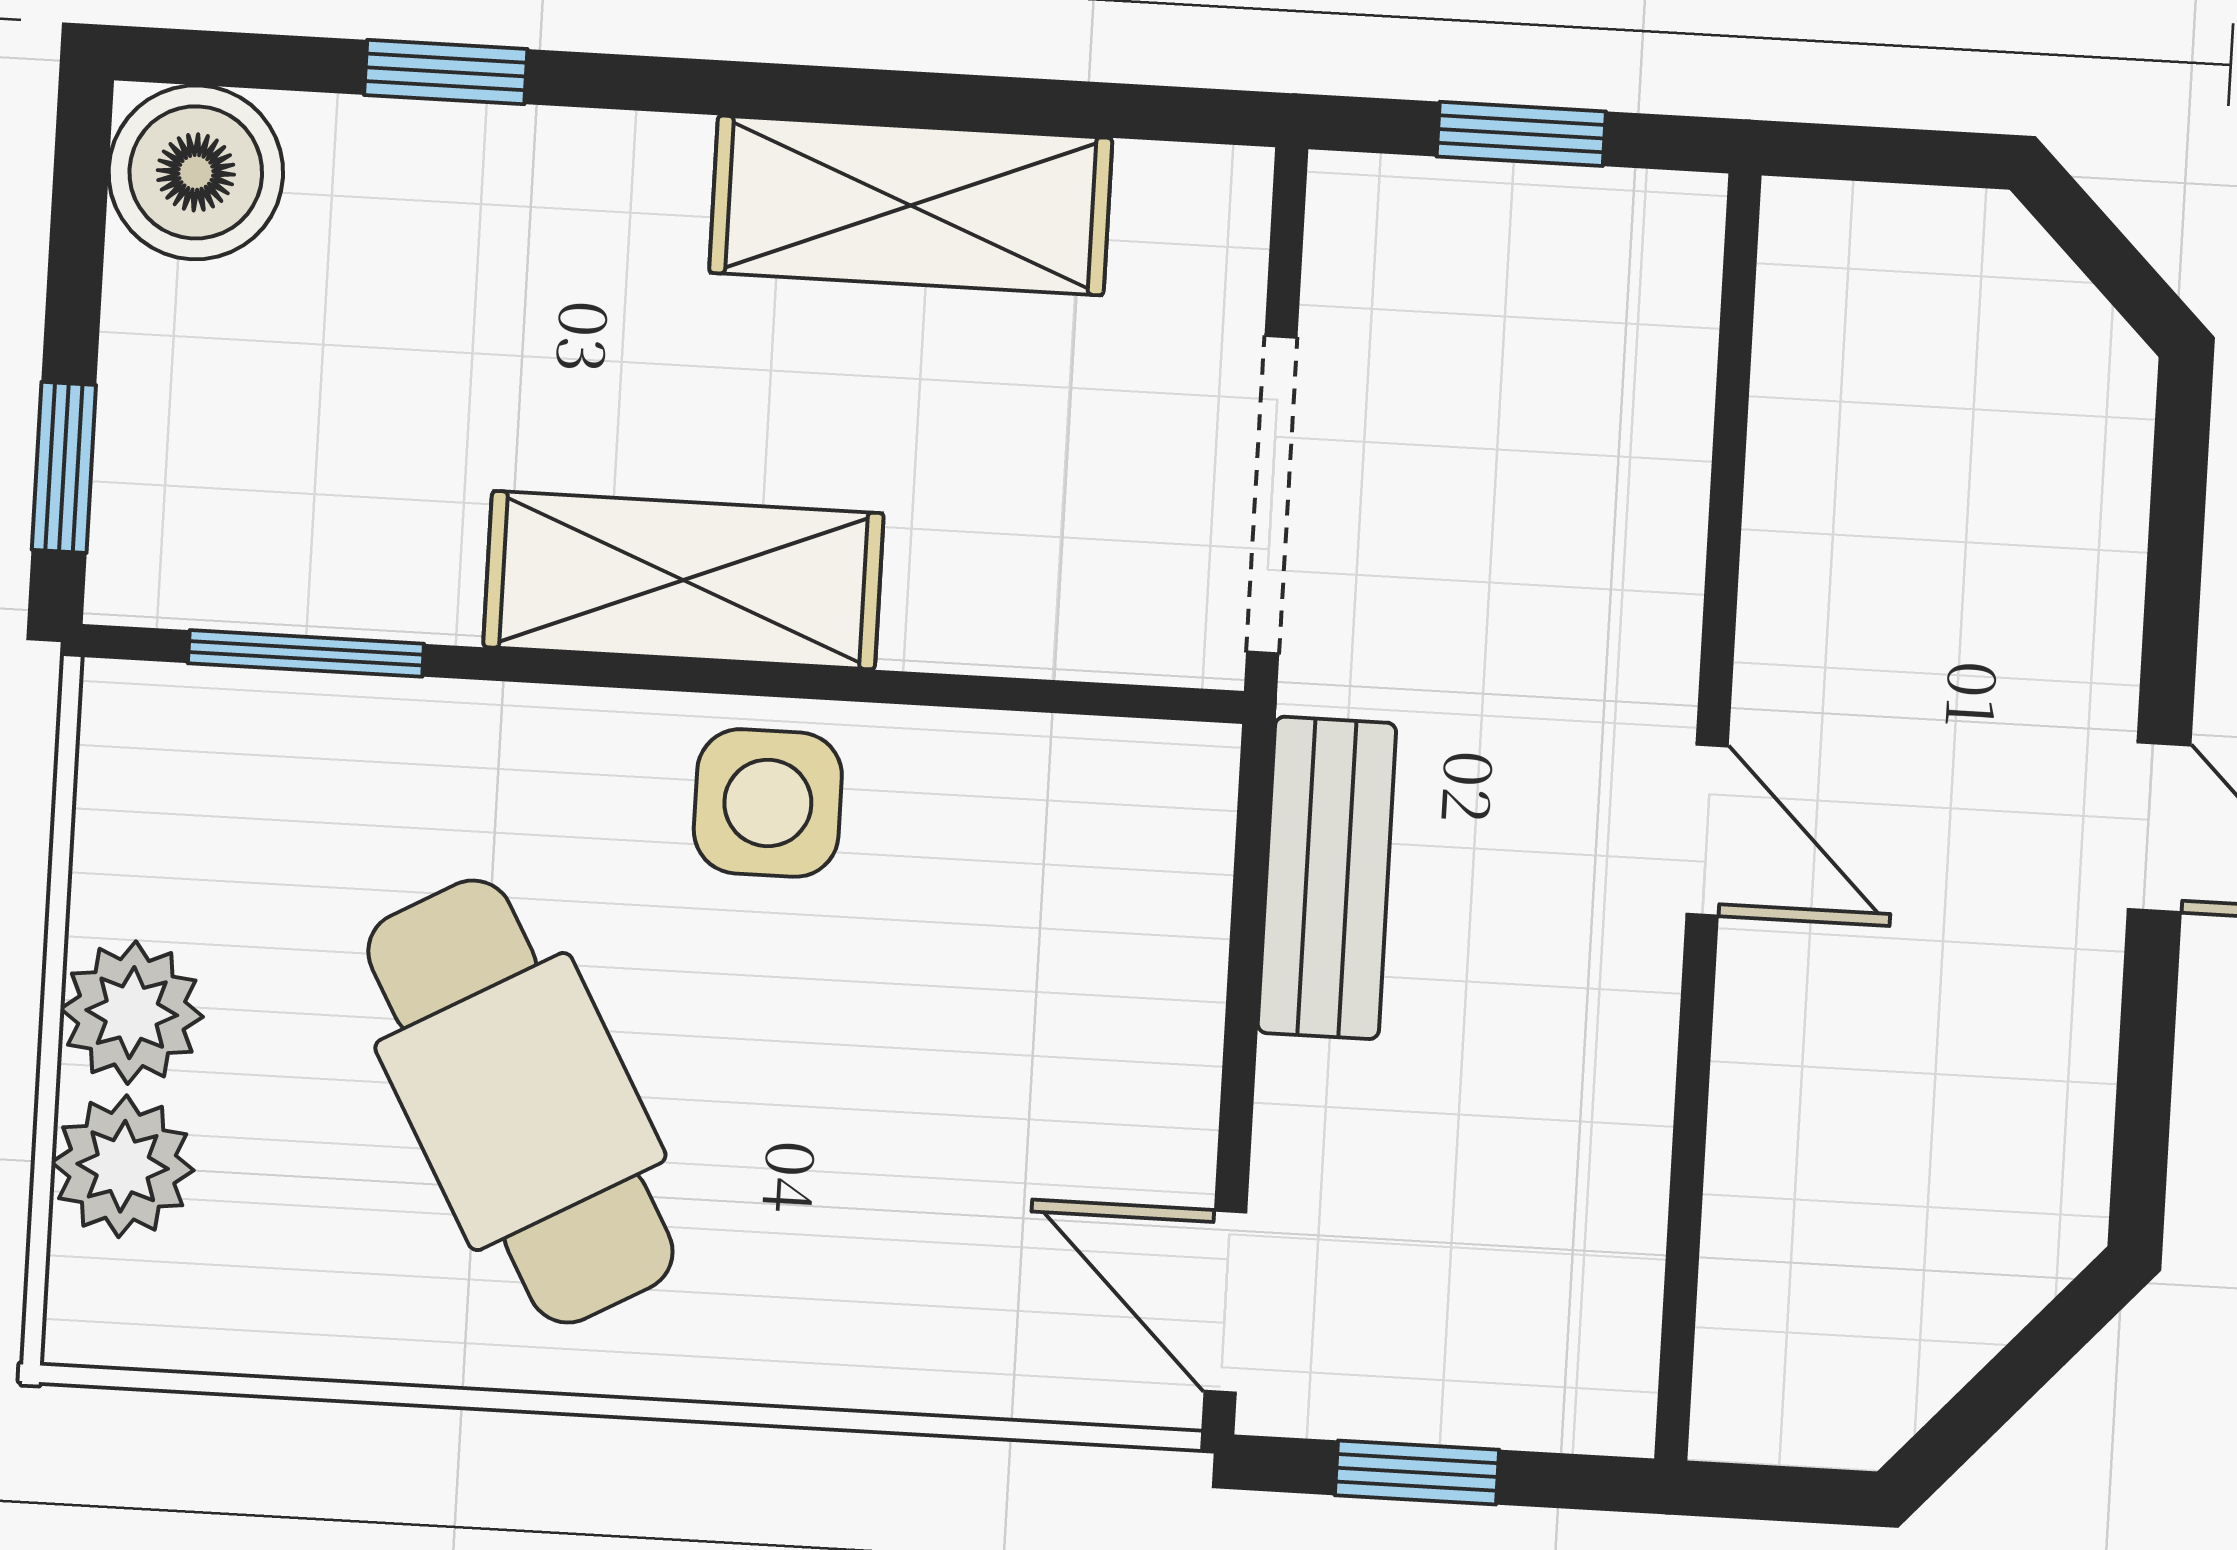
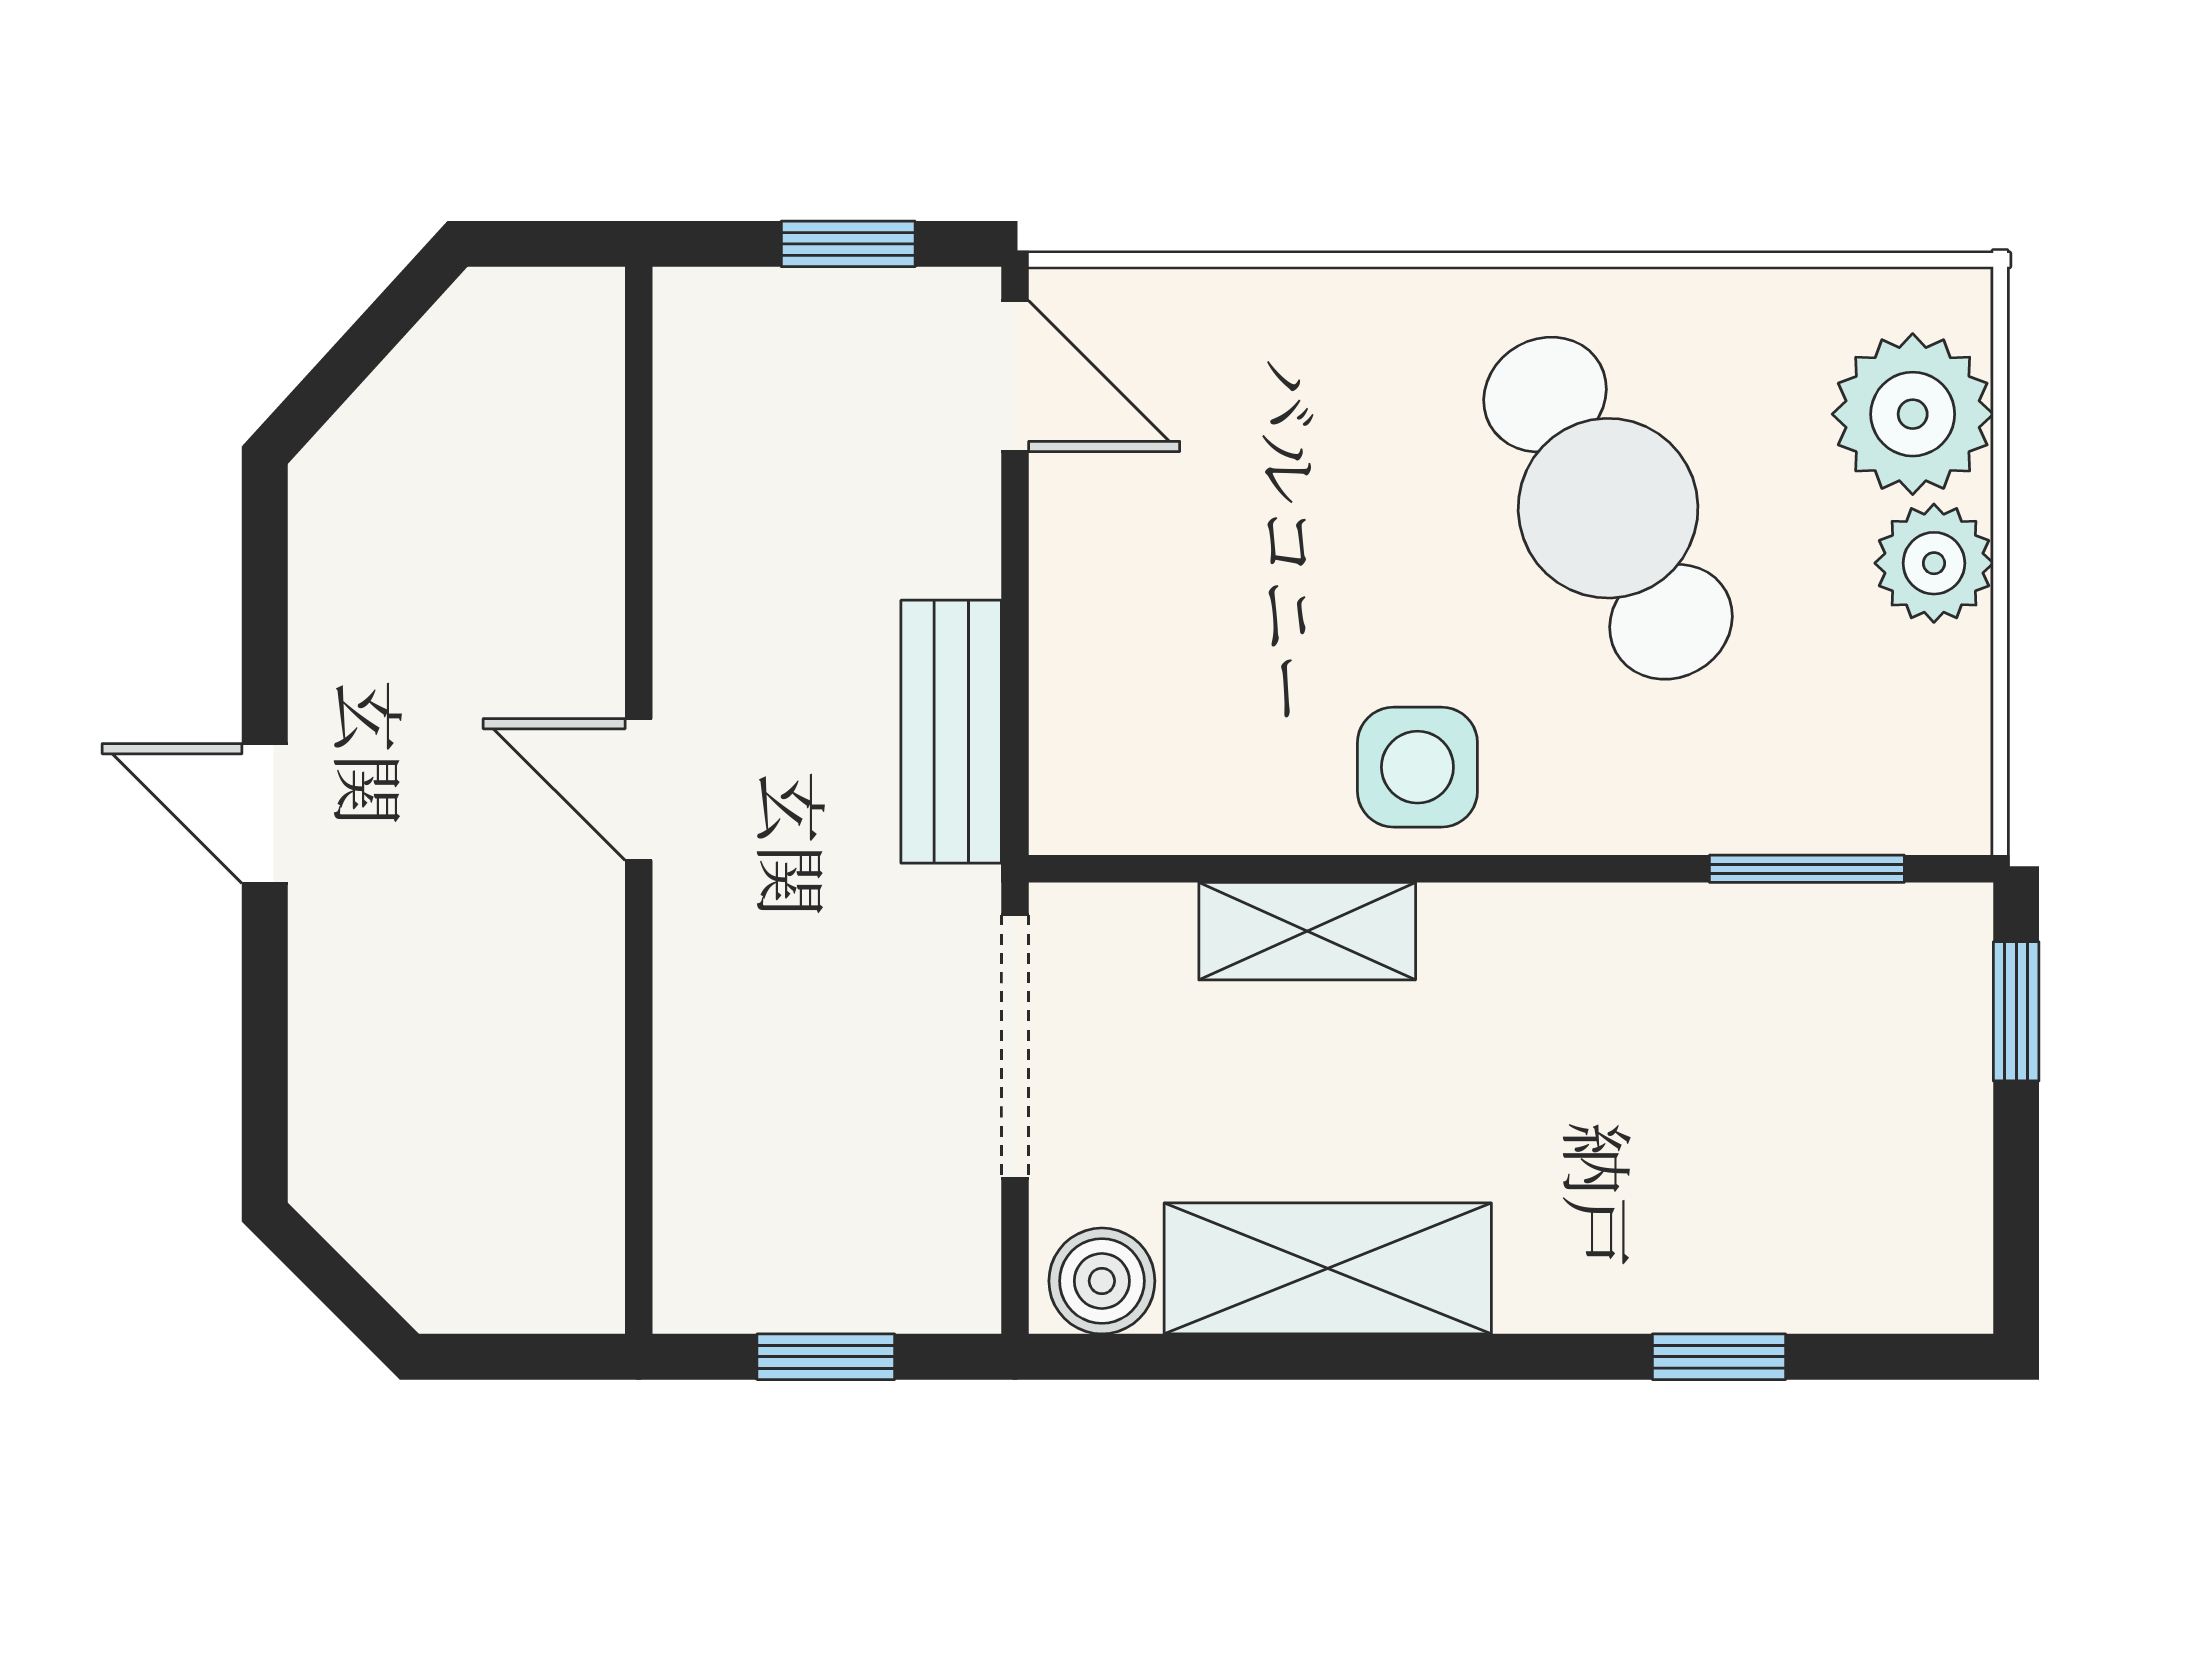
boiler: (196, 172) -> (1102, 1281), moved, width x0.73, depth x0.73
shelving: (683, 580) -> (1307, 931), moved, width x0.67, depth x0.75
plant: (123, 1166) -> (1913, 414), width x1.36, depth x1.36

